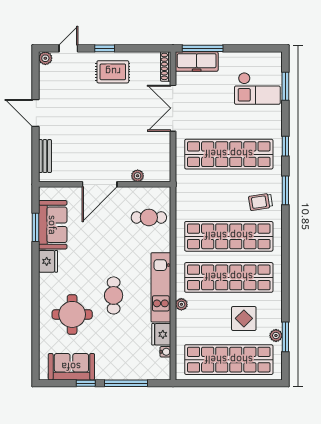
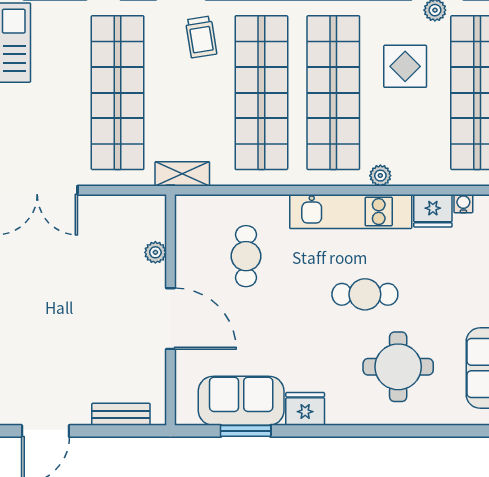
shelving: (182, 191) -> (182, 174), added
cafe table: (149, 217) -> (246, 256), moved

